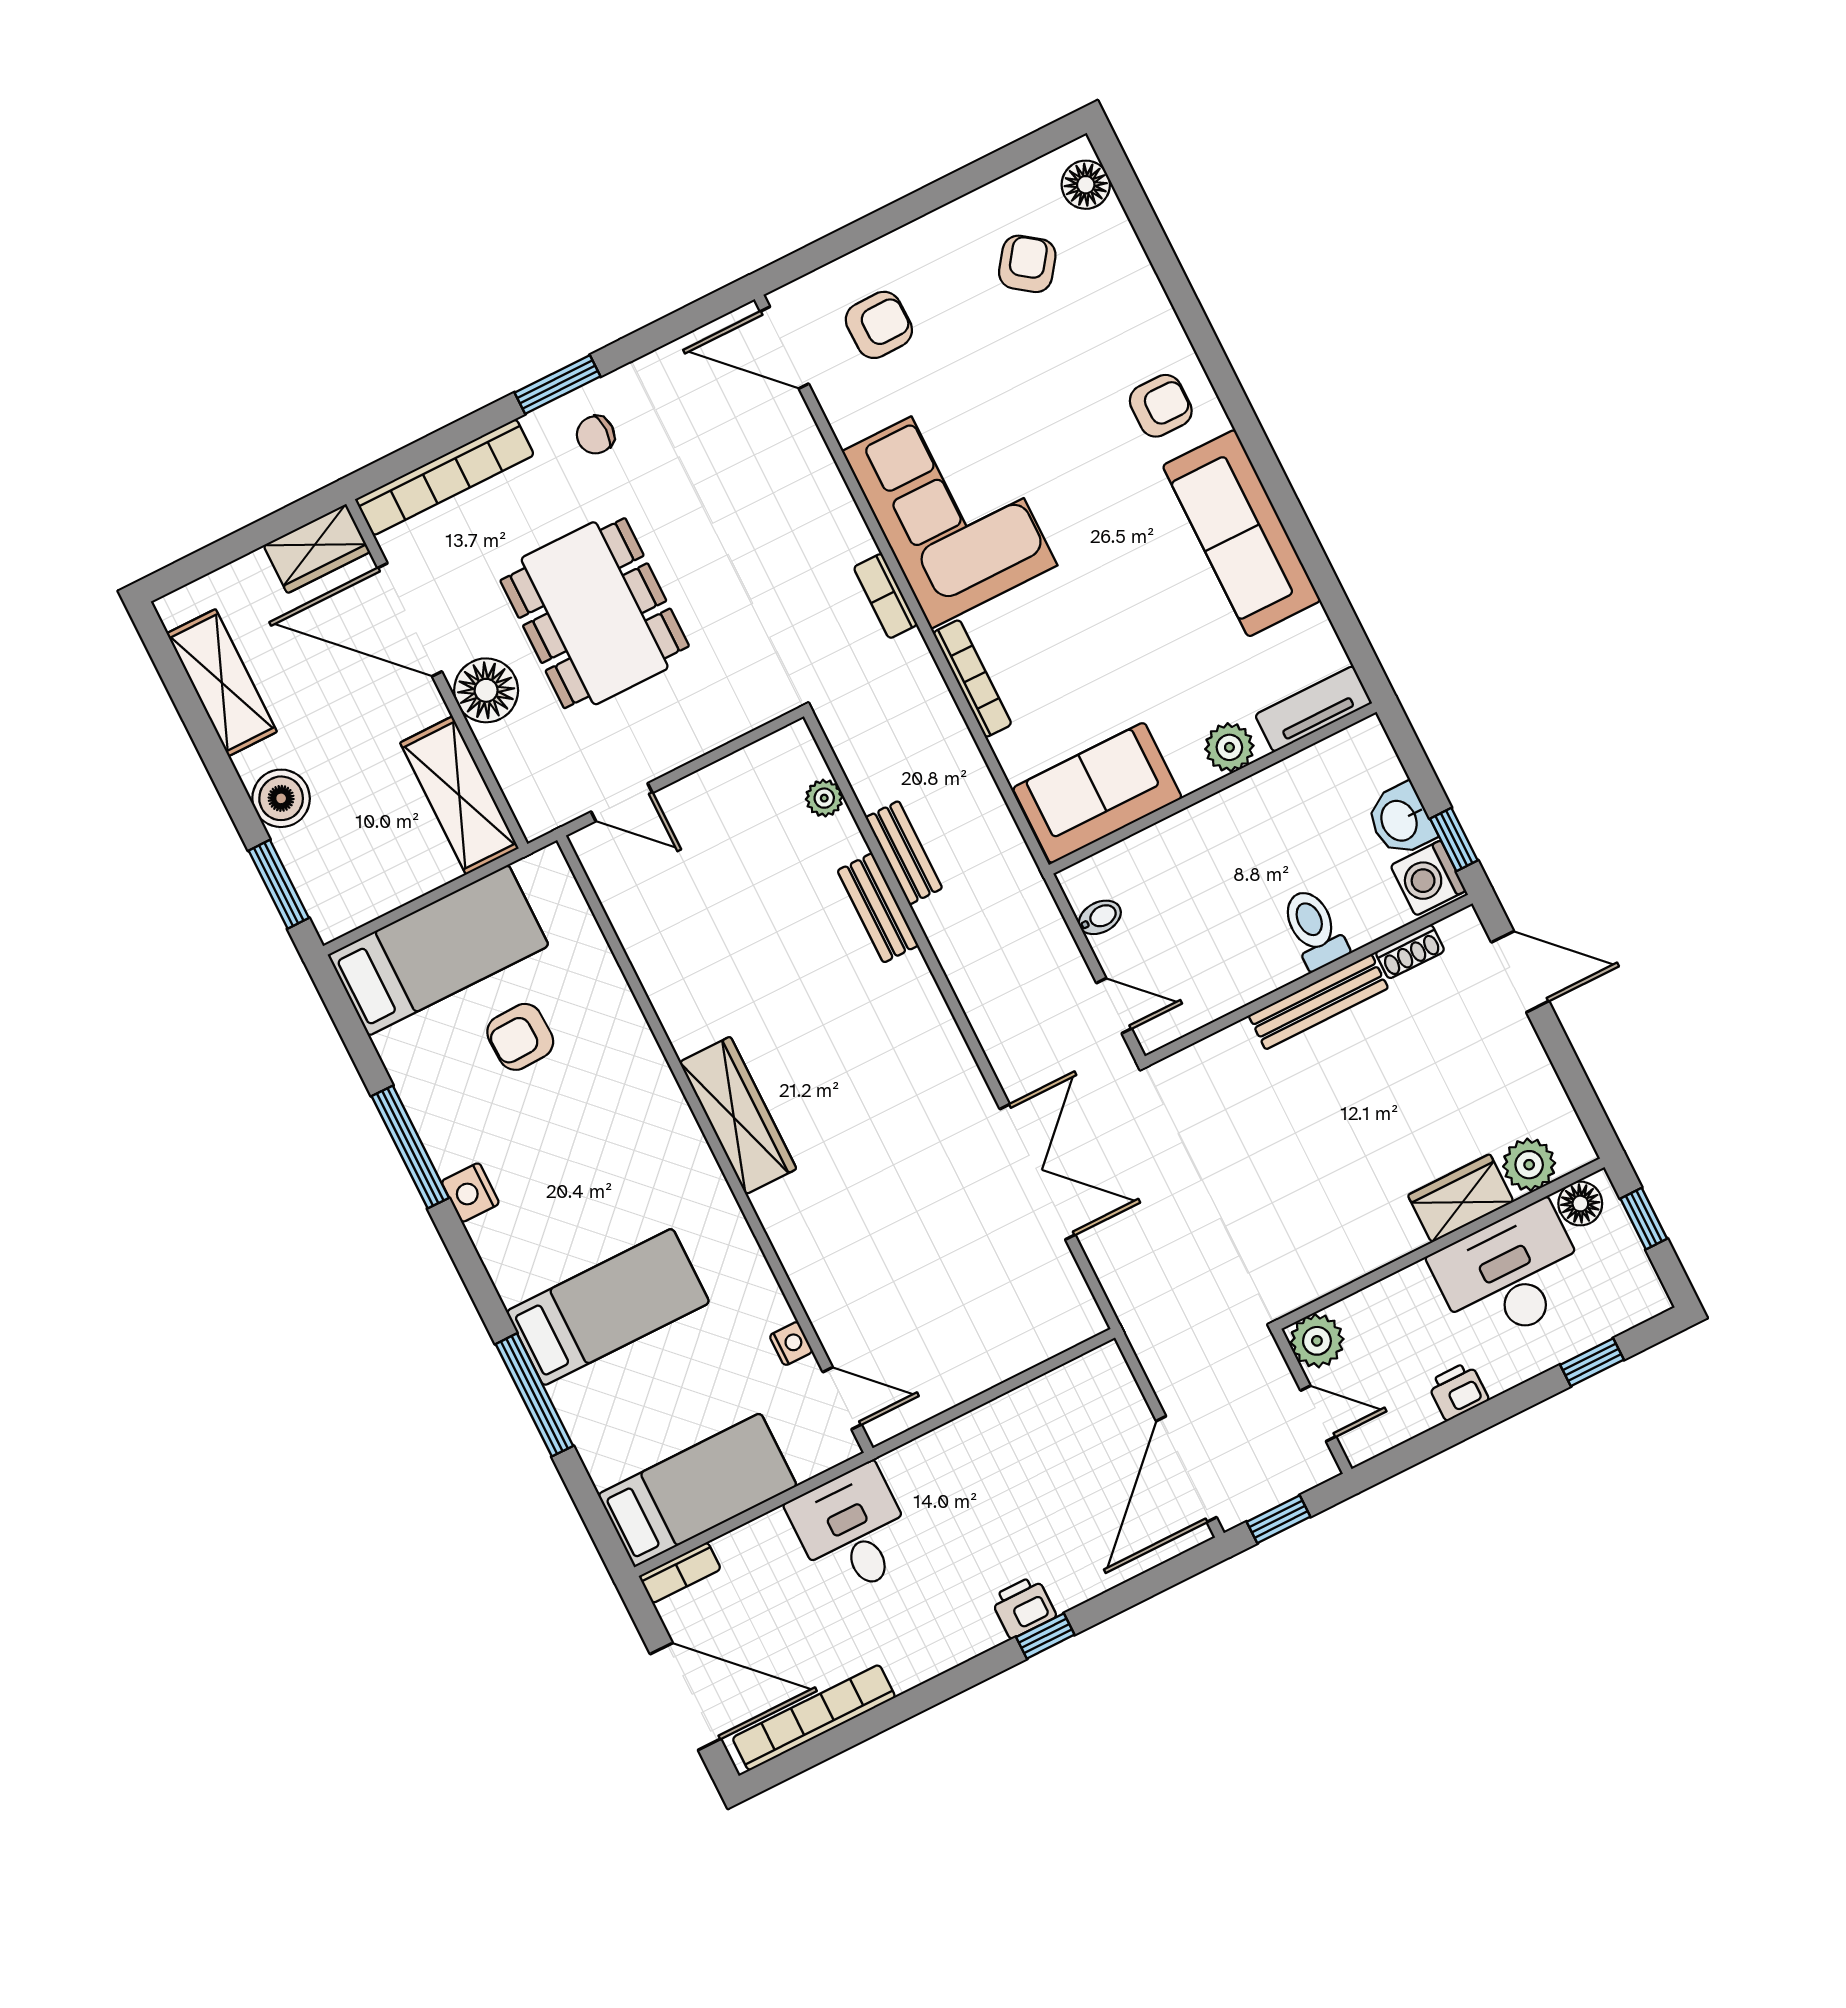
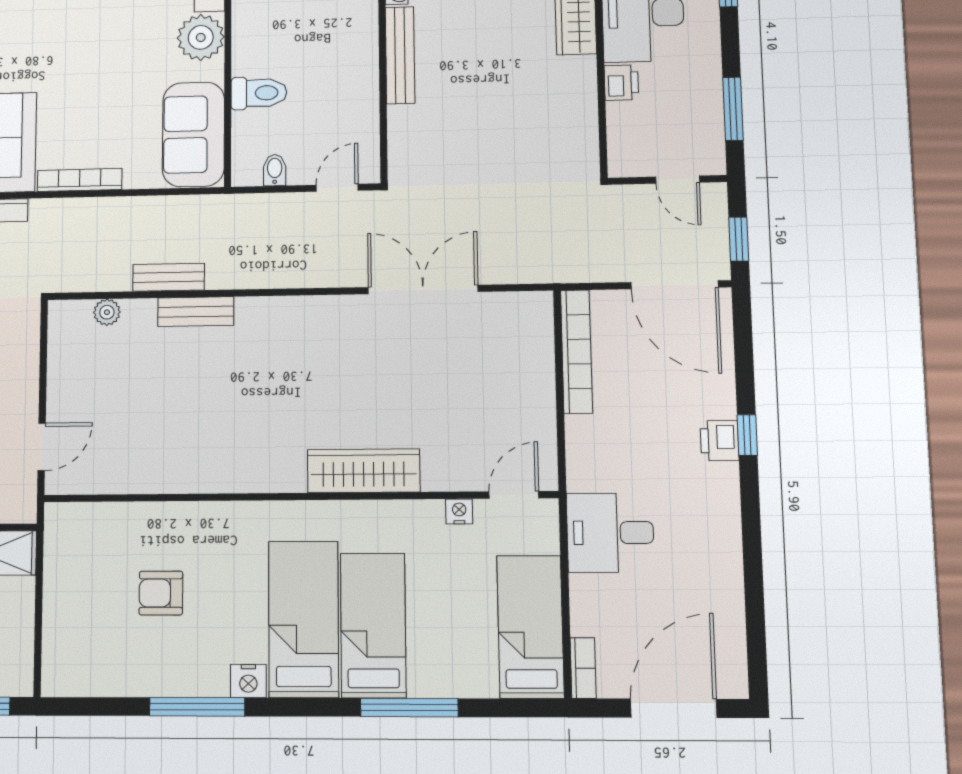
plant: (1229, 747) -> (201, 37), width x1.36, depth x1.36
toilet: (1314, 929) -> (259, 93), moved, turned 180
bed: (438, 950) -> (303, 619), moved
armchair: (520, 1037) -> (161, 593), turned 92
wardrobe: (738, 1115) -> (364, 471), moved
plant: (1317, 1341) -> (627, 158), removed
printer: (1458, 1391) -> (621, 83), moved, turned 180
door: (1318, 1413) -> (678, 180), swing flipped
window: (1438, 1439) -> (733, 109), added
bookcase: (814, 1718) -> (577, 351), moved, turned 180

